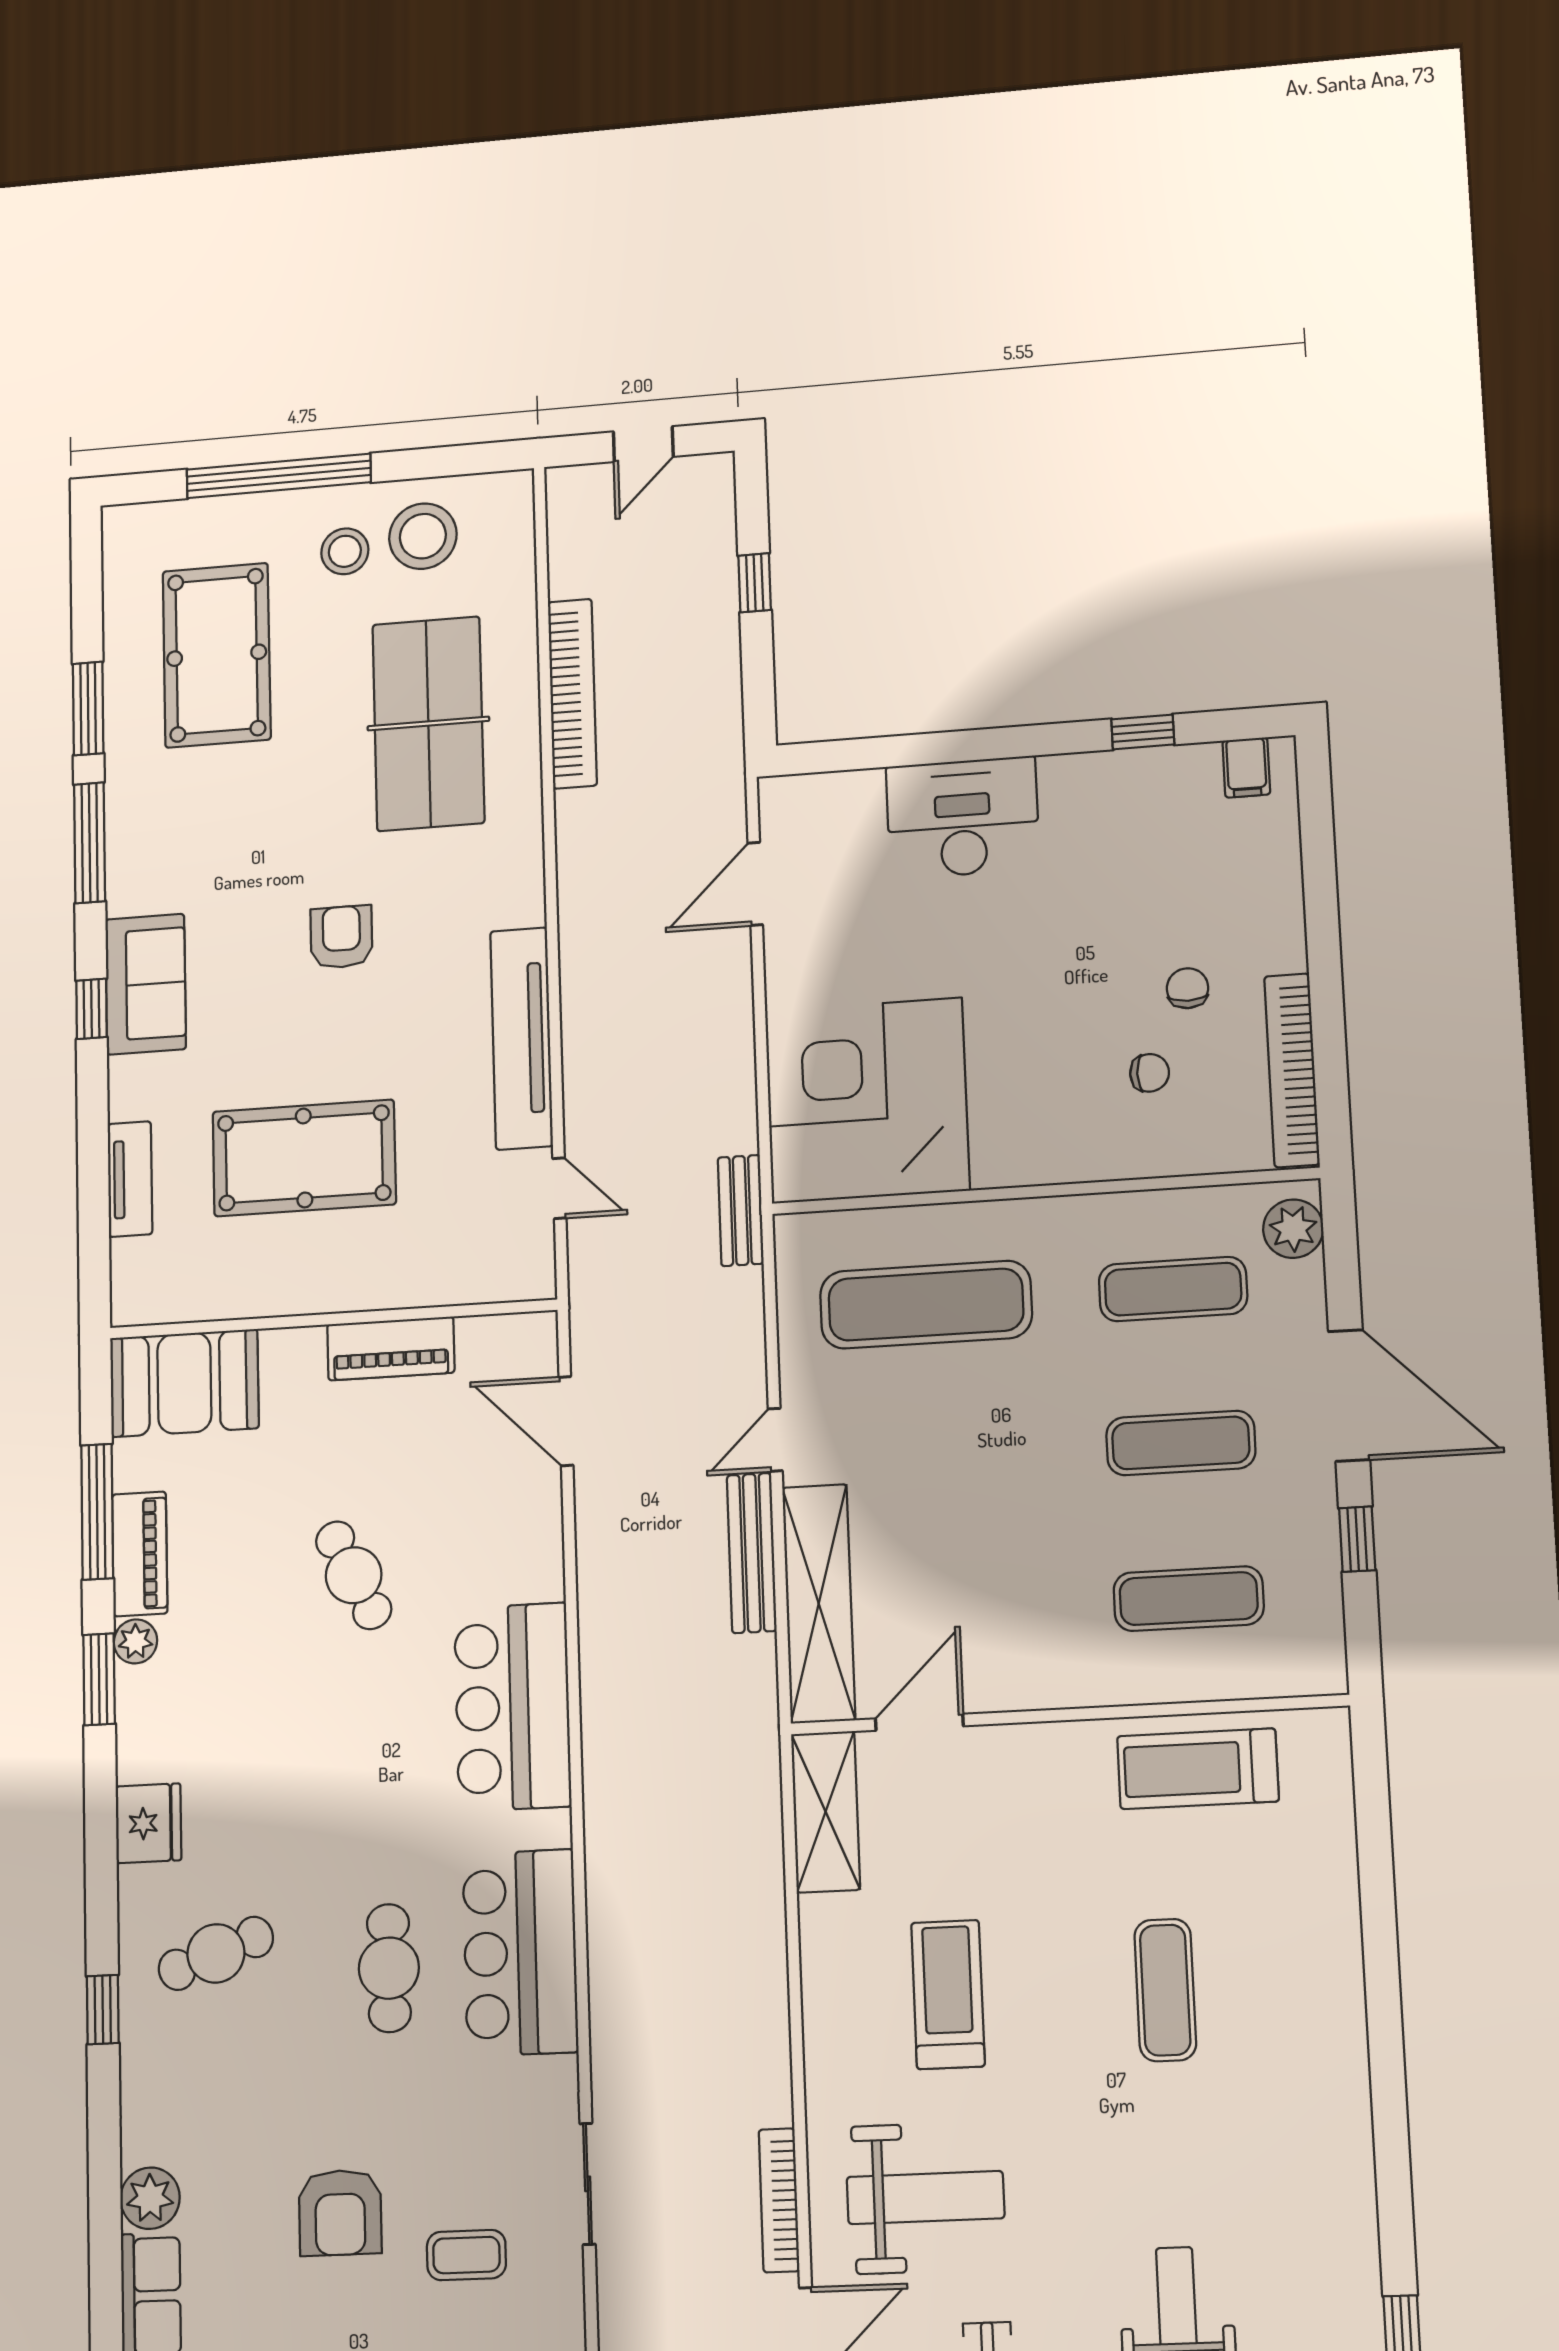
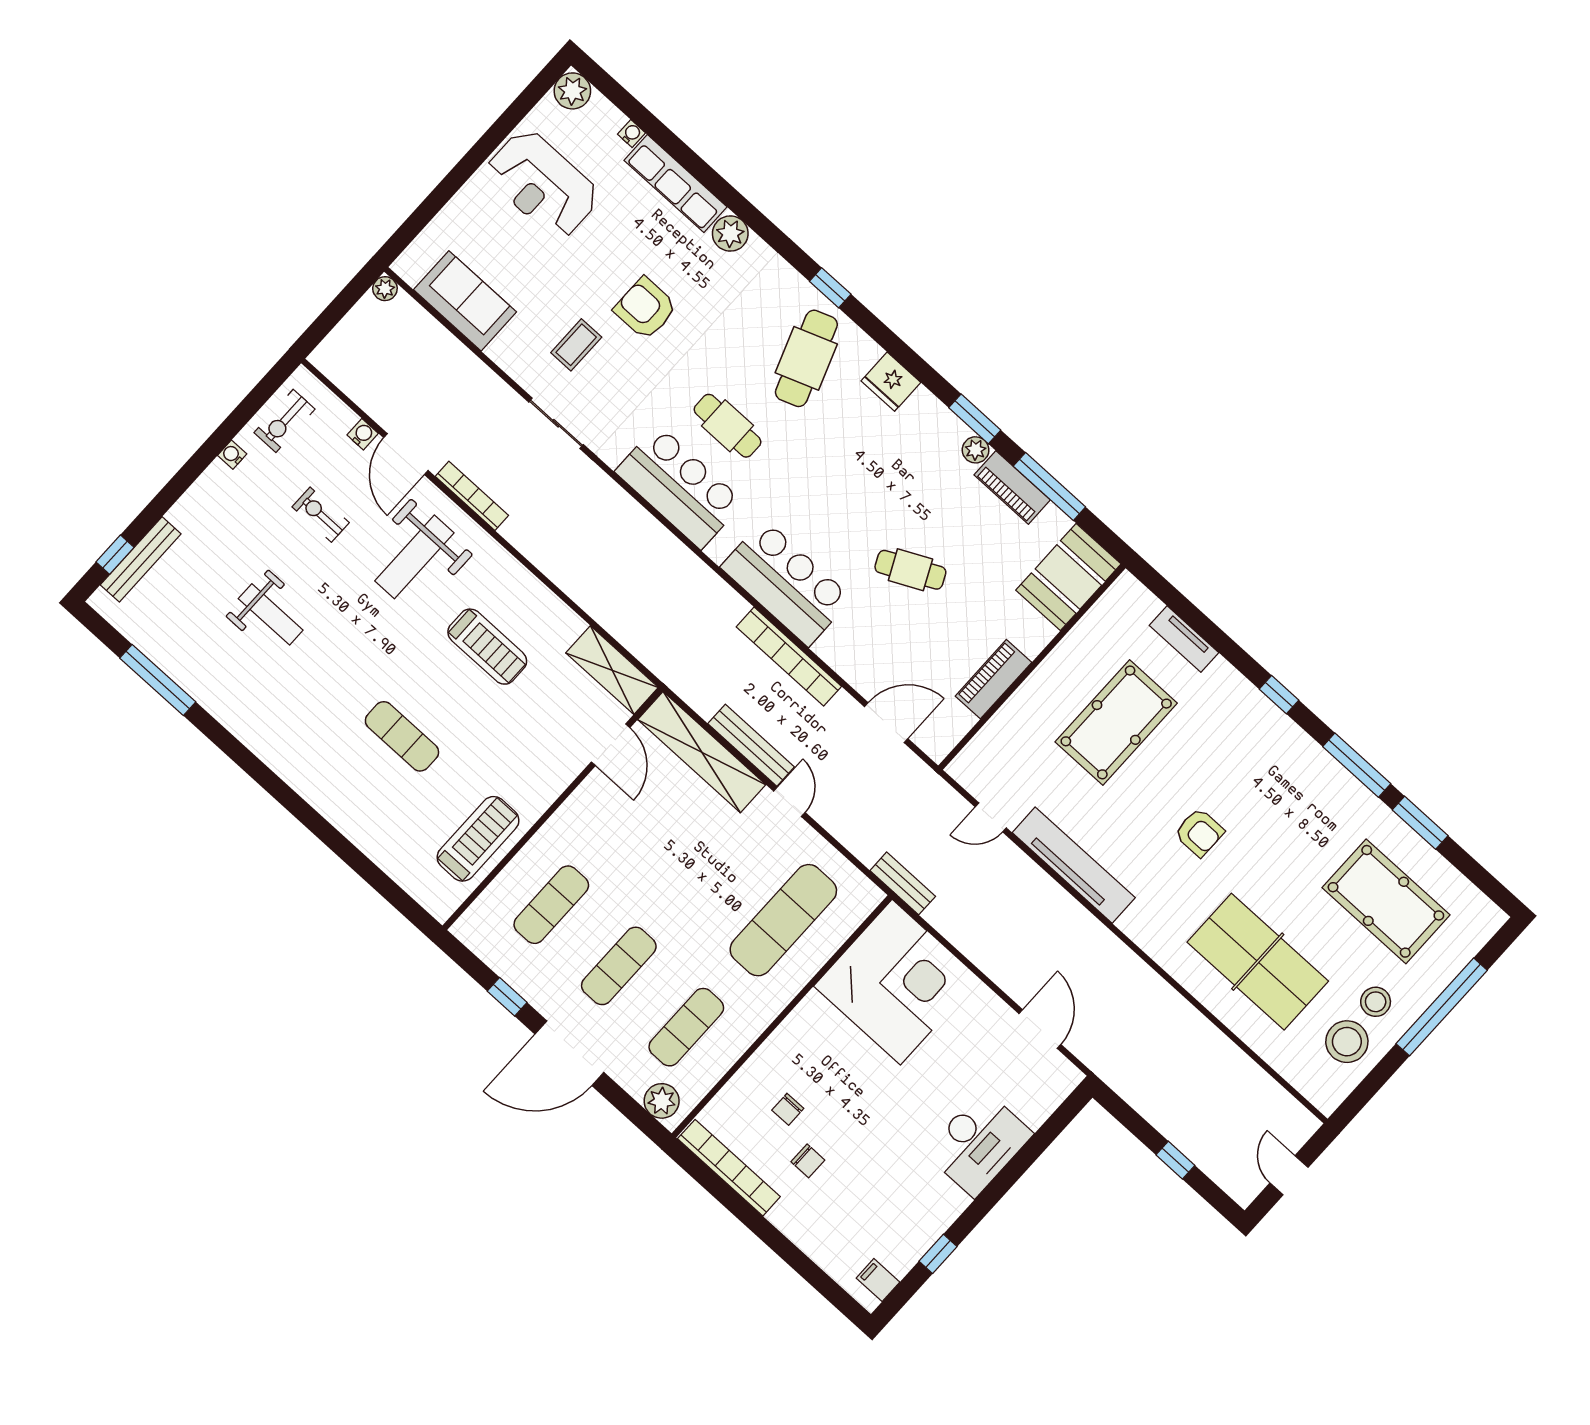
bookcase: (572, 694) -> (789, 657), moved
sofa: (146, 984) -> (1266, 728), removed
cafe table: (216, 1953) -> (806, 358), width x1.37, depth x1.35

